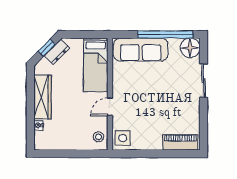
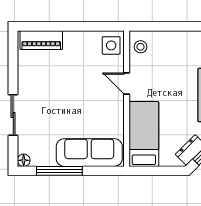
window: (165, 35) -> (59, 171), width x0.68
floor lamp: (190, 48) -> (24, 160), width x0.53, depth x0.53
door: (110, 107) -> (127, 83), swing flipped

